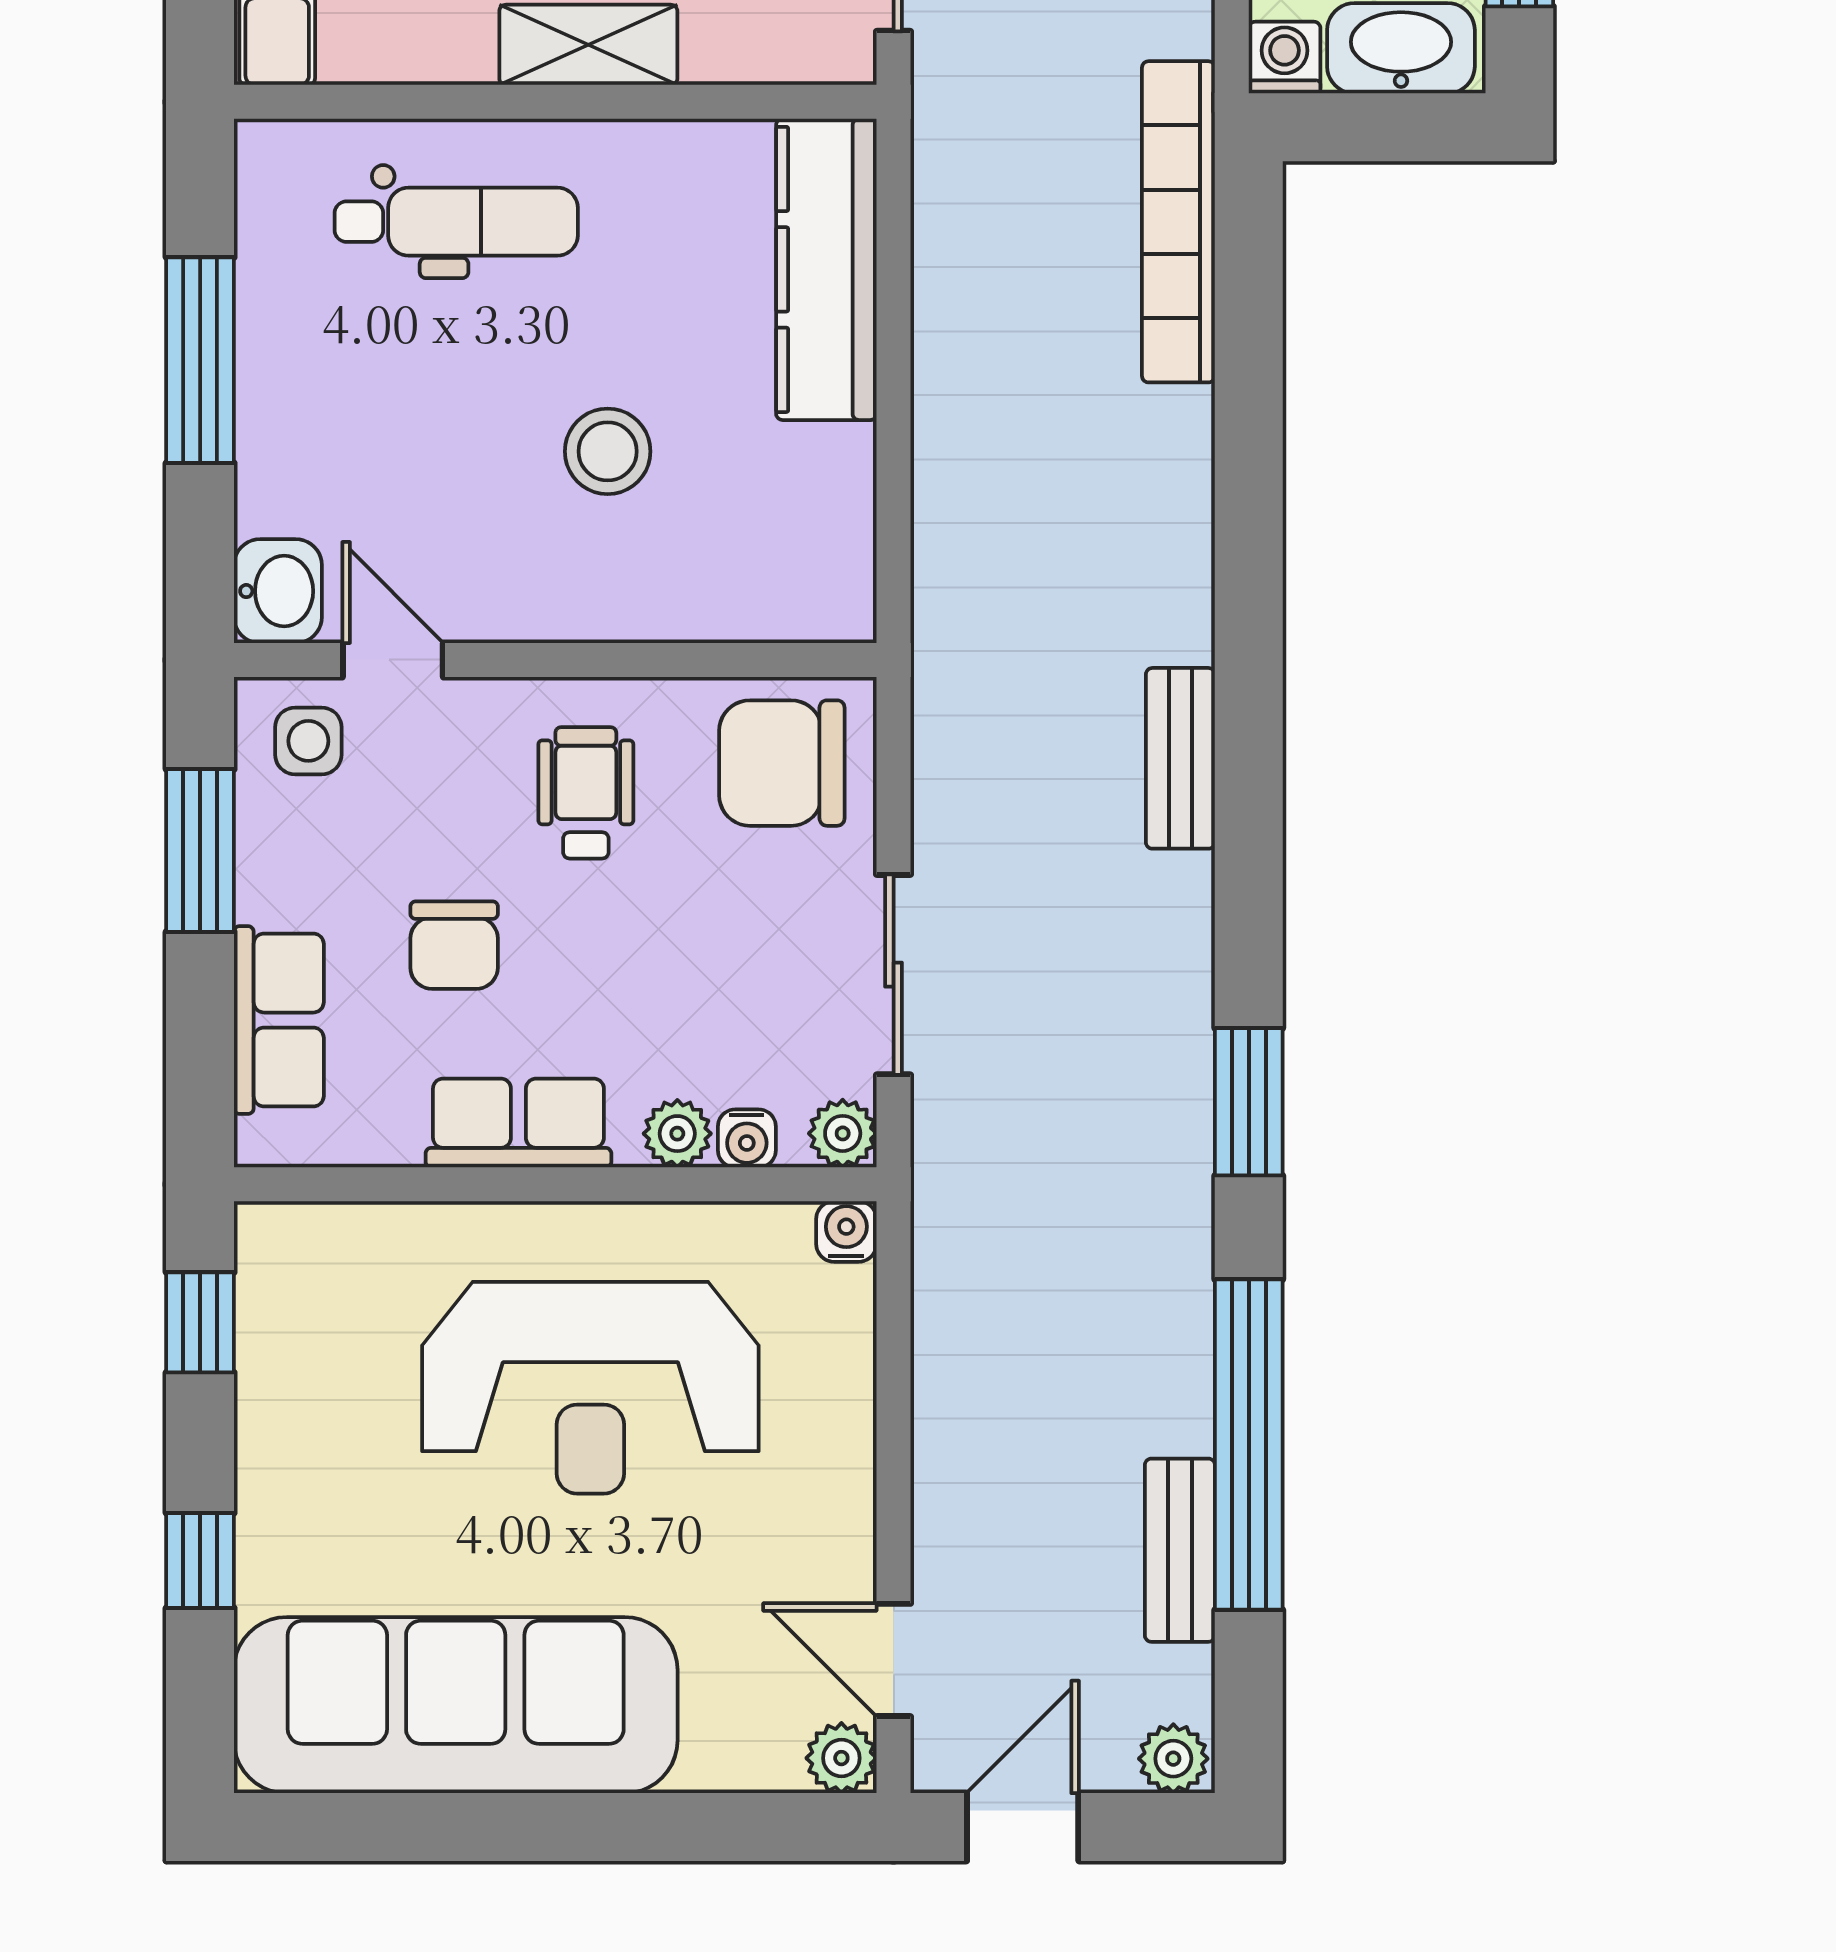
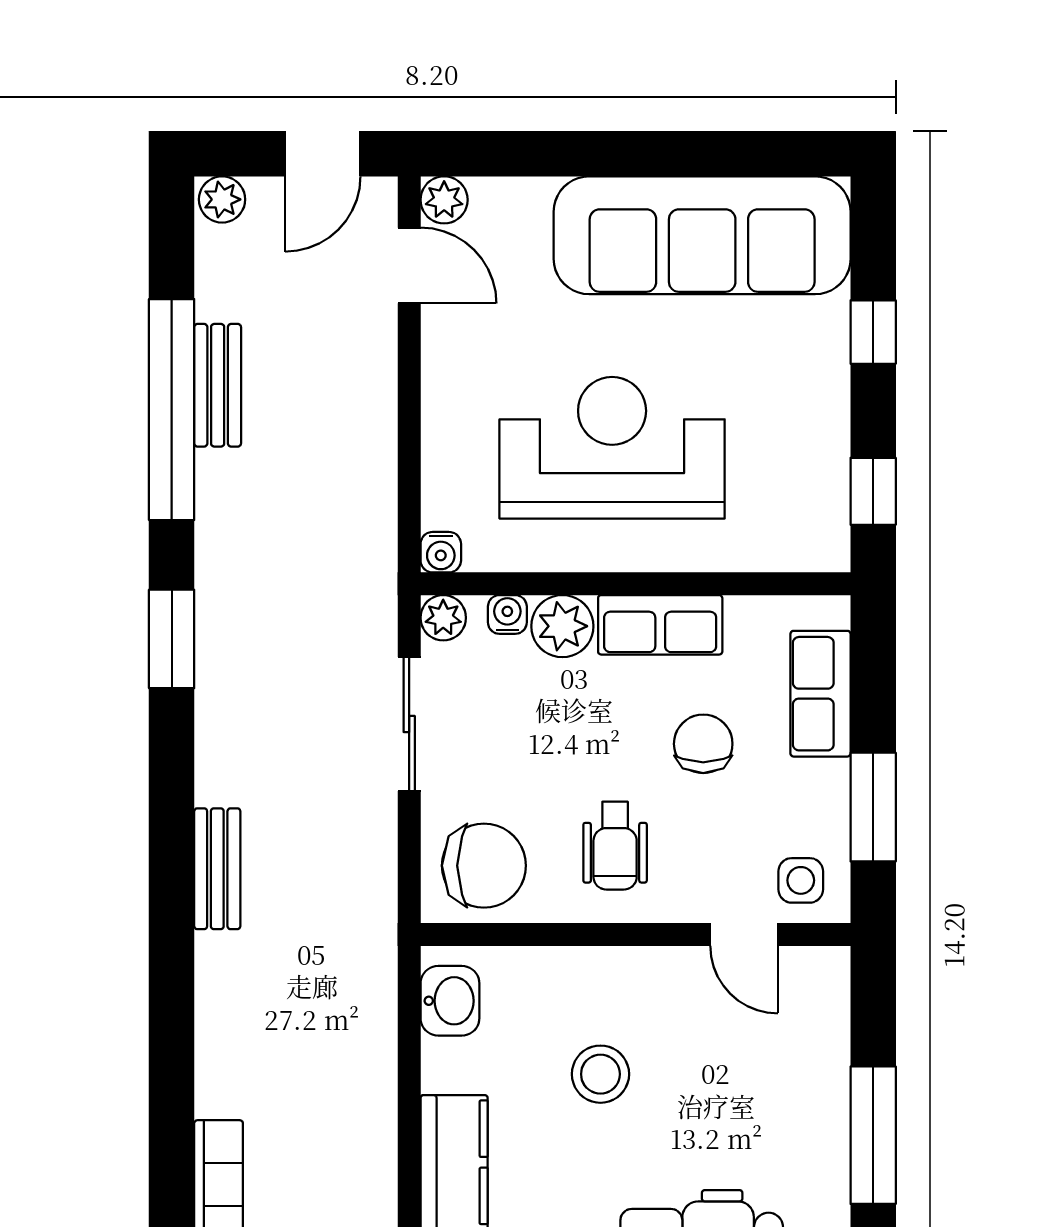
washbasin: (278, 591) -> (450, 1001), moved, turned 180
plant: (677, 1134) -> (562, 626), width x1.38, depth x1.38
bench: (1180, 1550) -> (218, 385), moved

